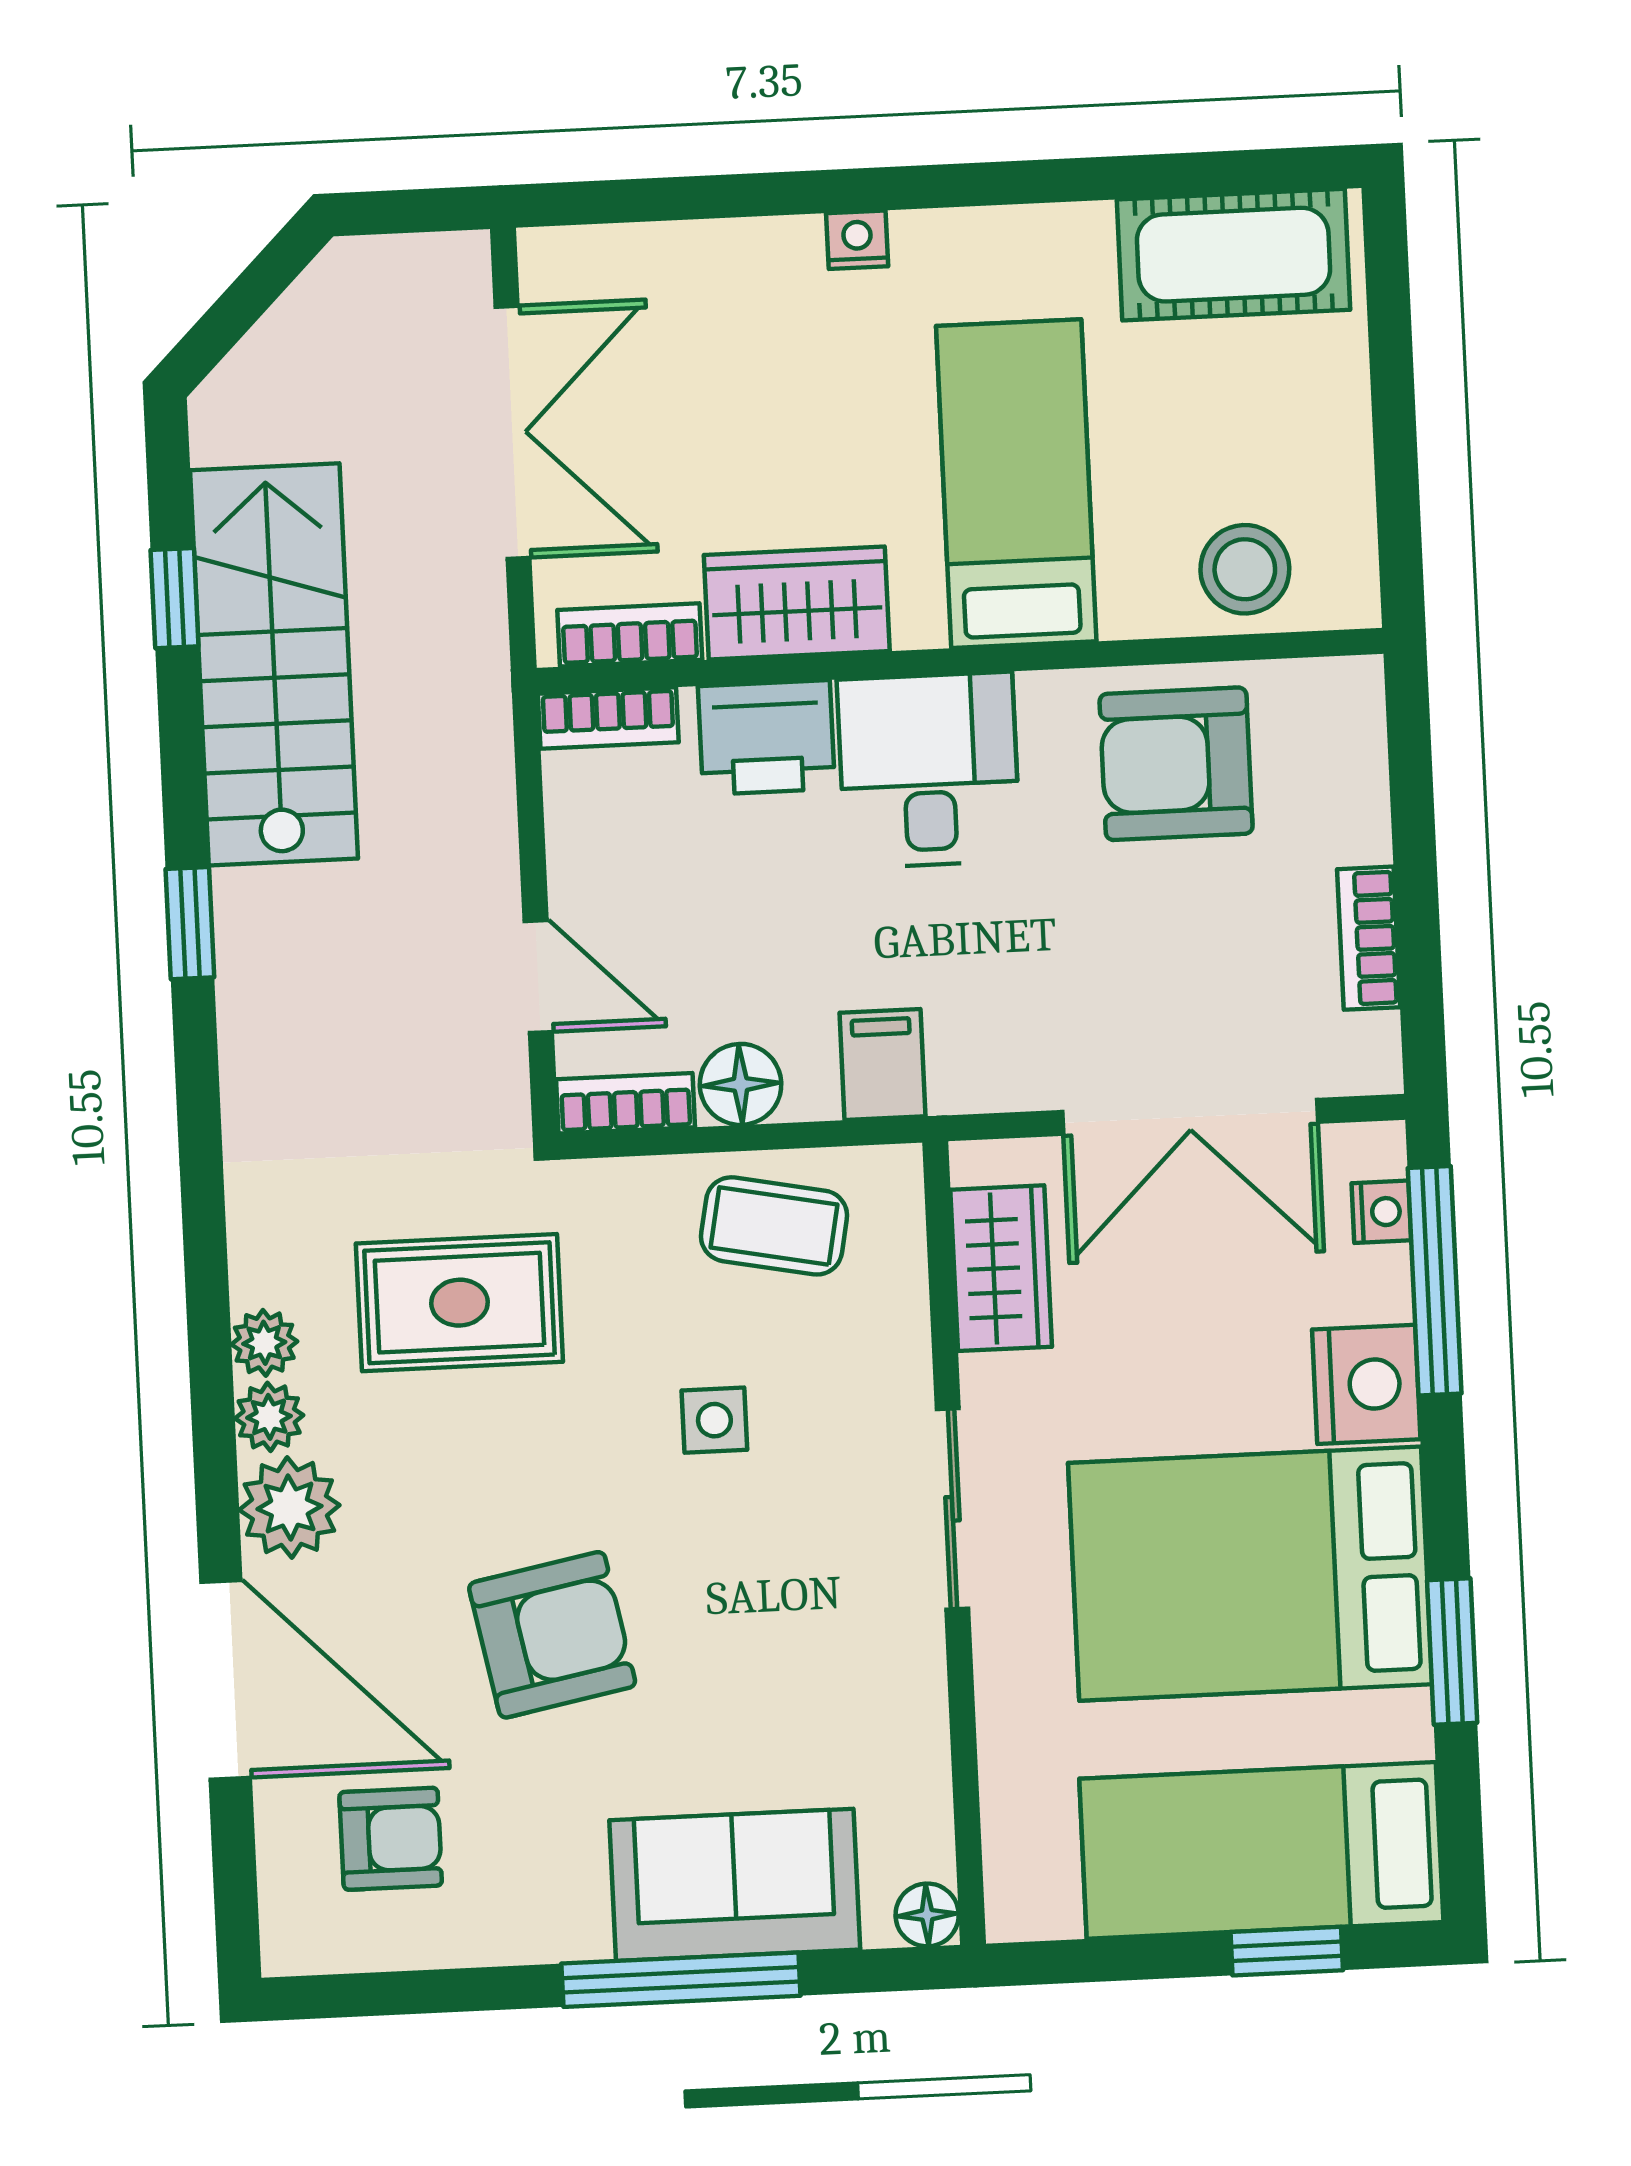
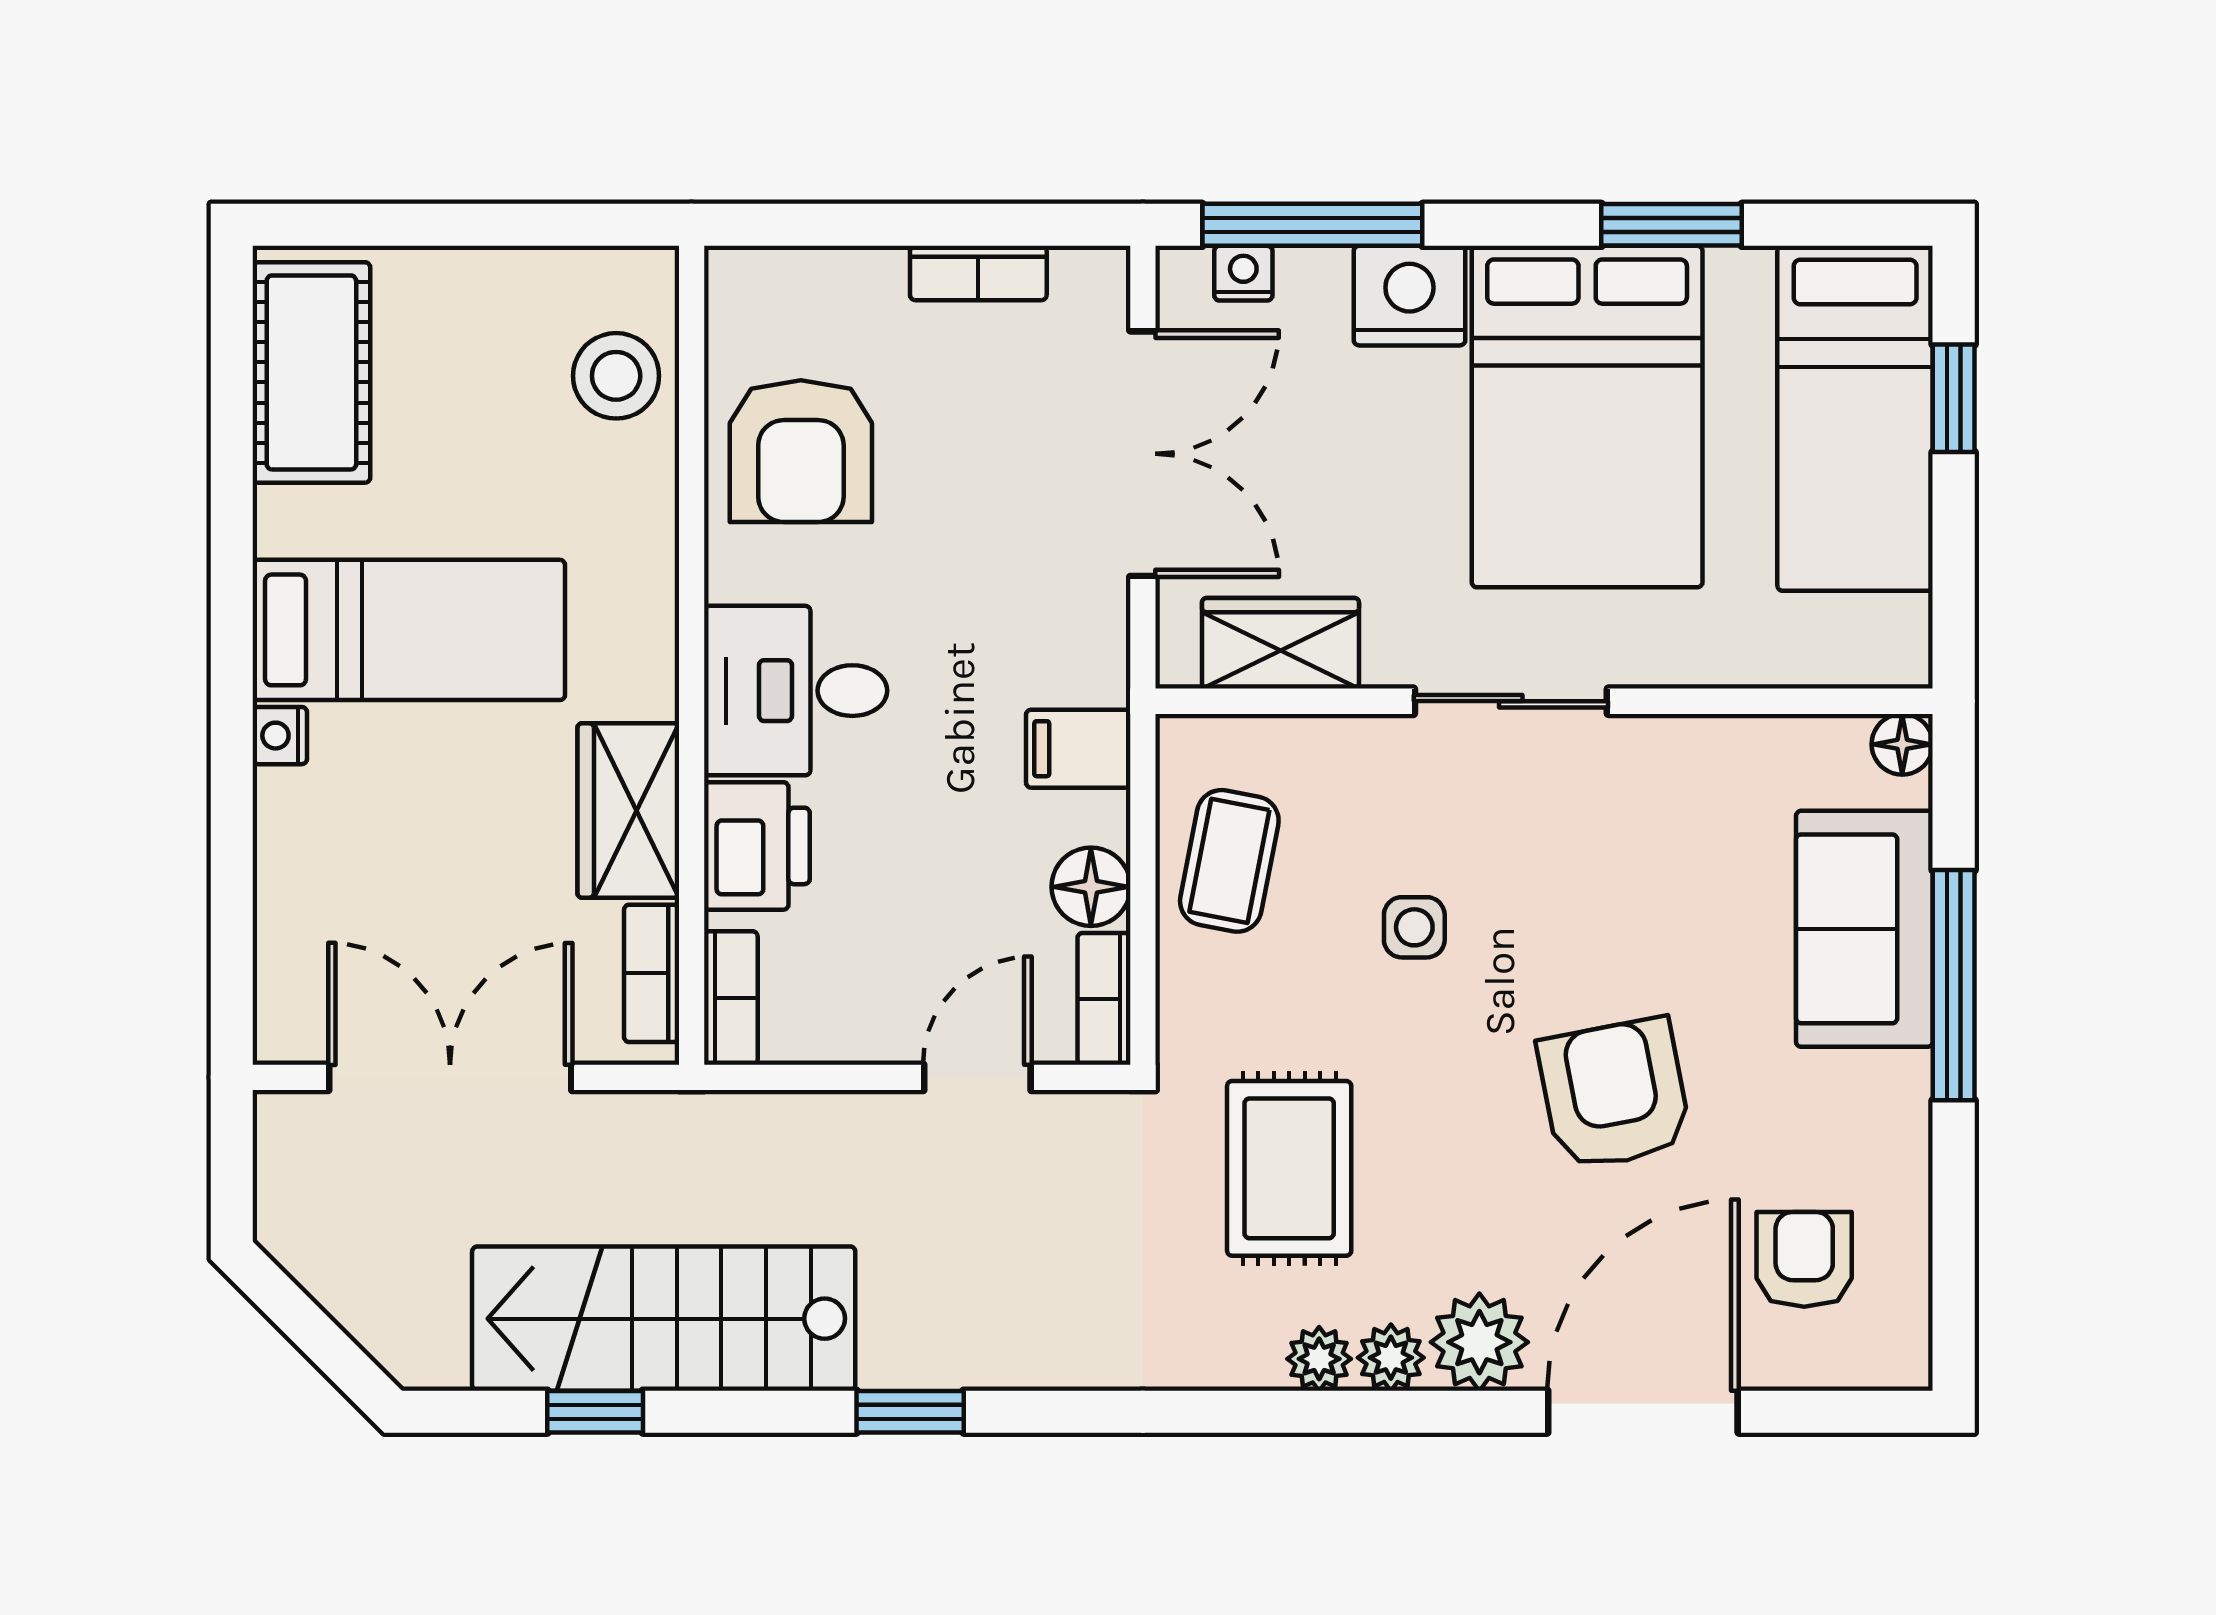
bed: (1016, 484) -> (409, 630), moved, turned 180

